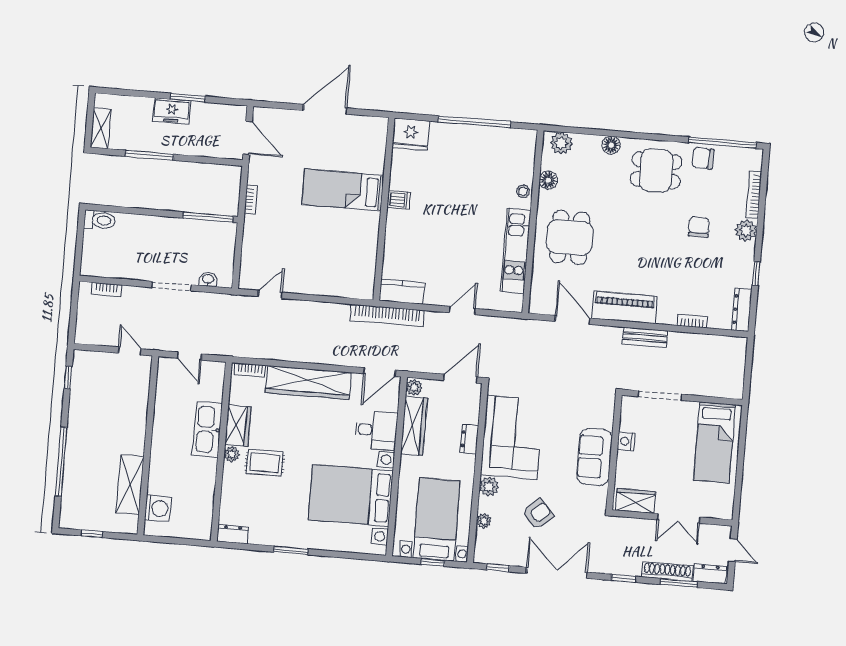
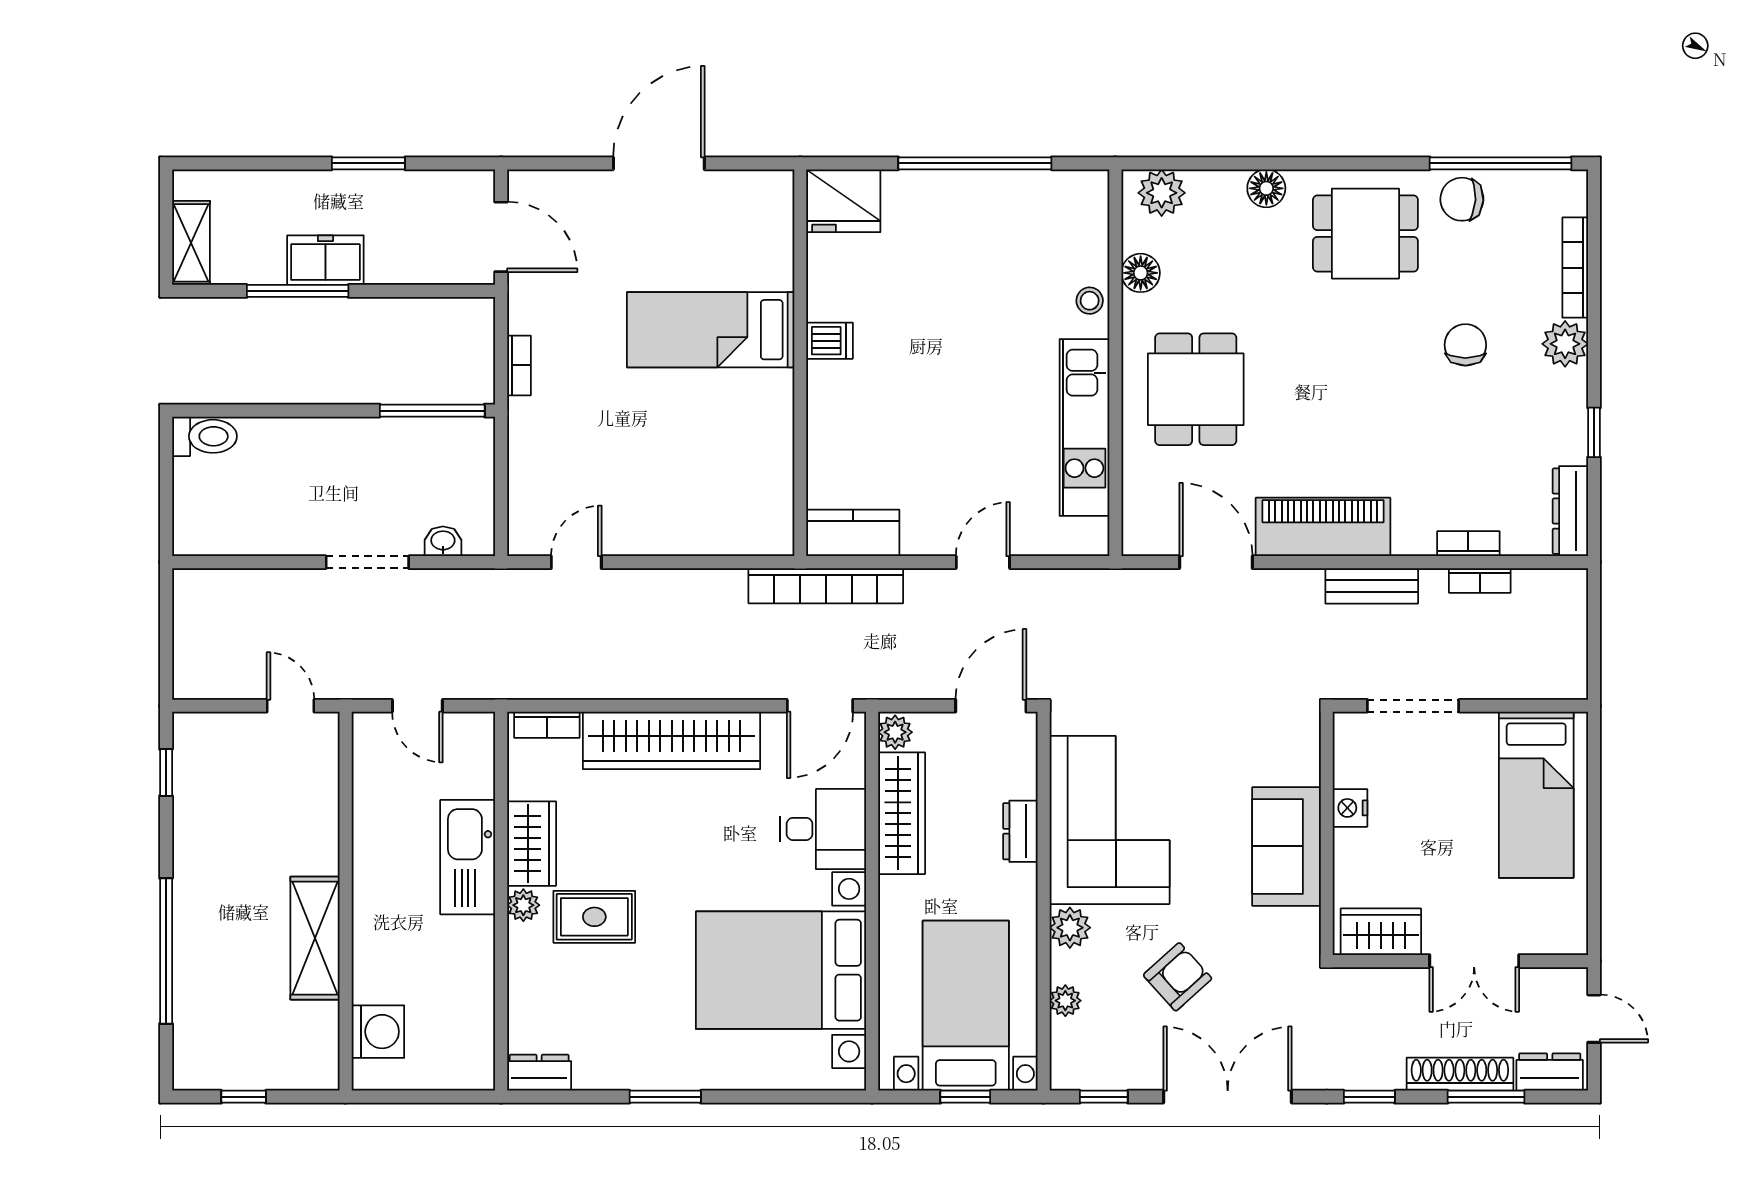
freezer: (172, 111) -> (325, 260), moved, turned 180
bookcase: (106, 289) -> (1480, 580), moved
shelving: (130, 485) -> (315, 938), moved

